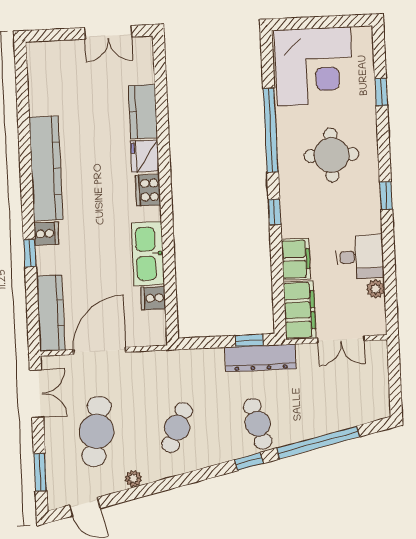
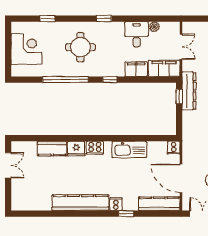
corner desk: (314, 66) -> (26, 49), width x0.74, depth x0.74
cooker: (153, 298) -> (174, 148), moved

